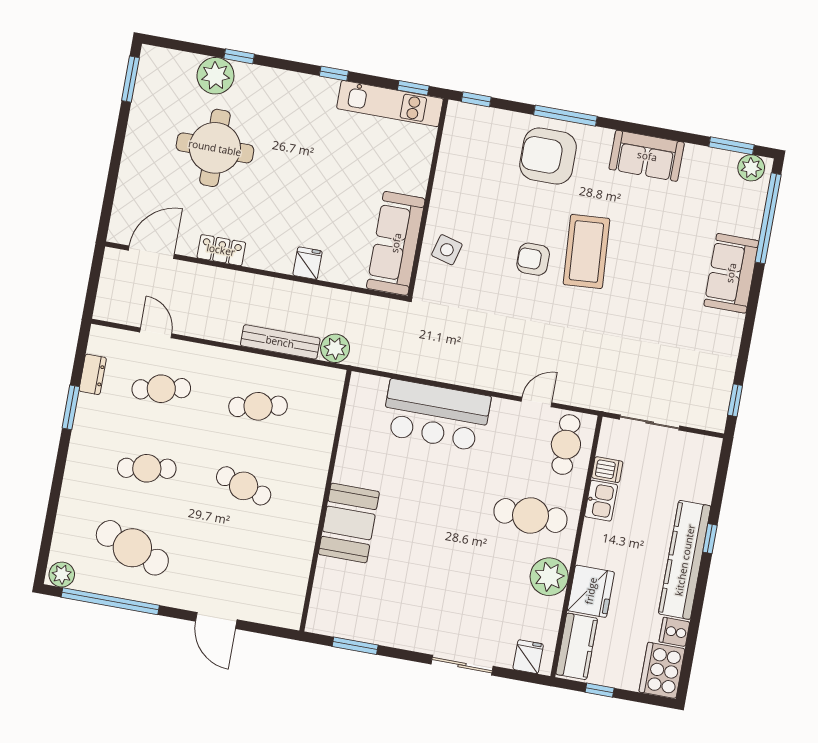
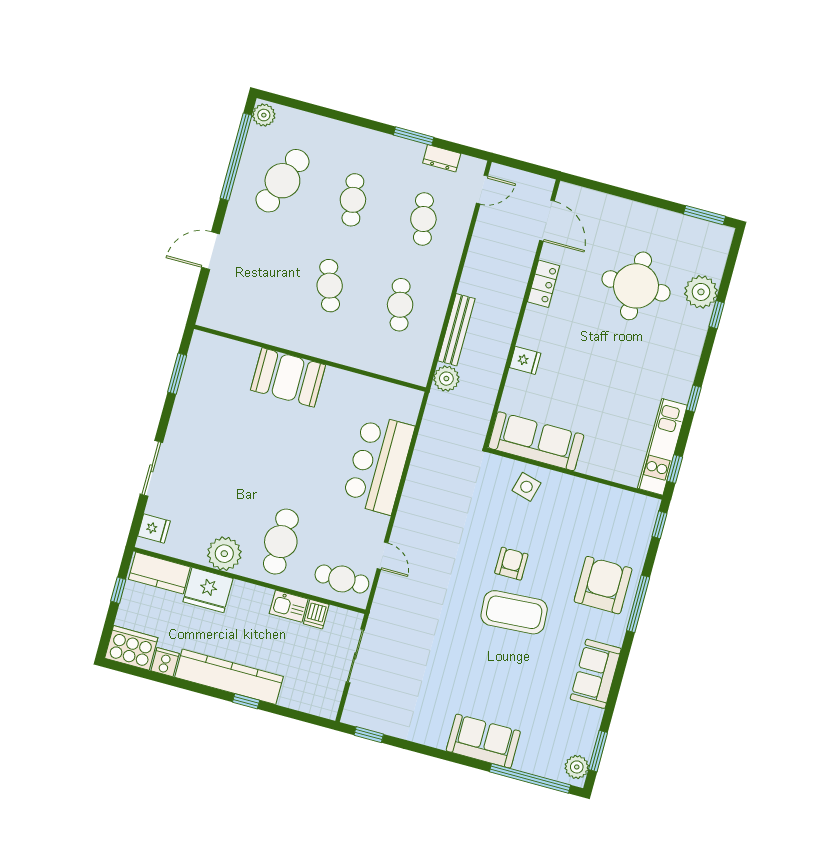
door: (156, 333) -> (482, 190), moved
cafe table: (244, 486) -> (330, 286), turned -36

